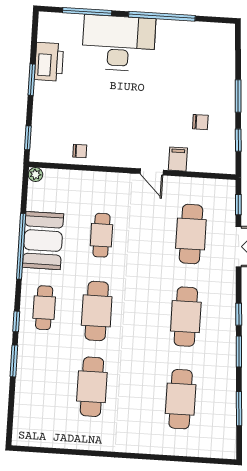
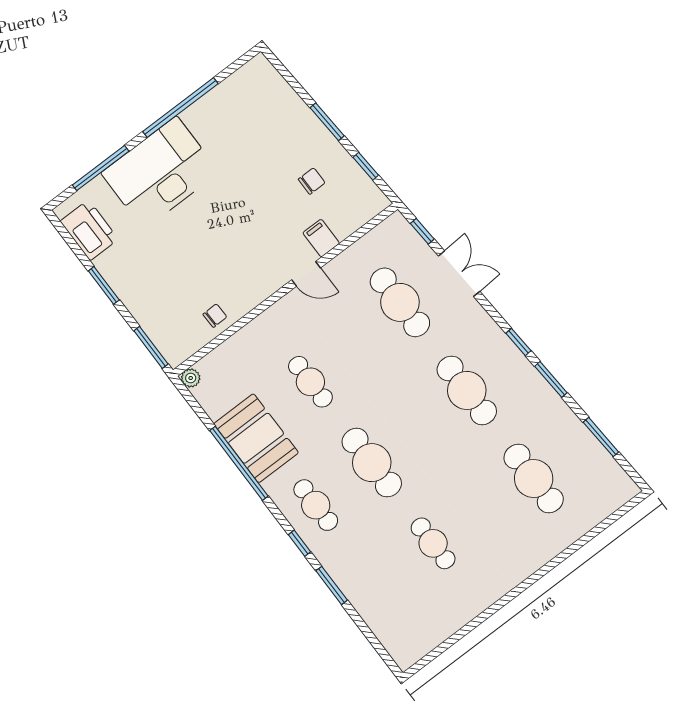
printer: (49, 62) -> (89, 230), moved
window: (28, 138) -> (151, 347), width x1.50
cafe table: (92, 387) -> (433, 543), width x0.73, depth x0.74

